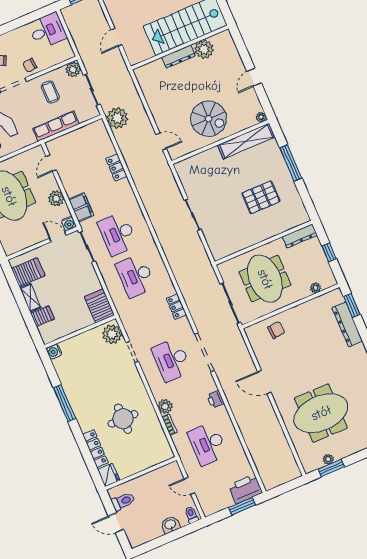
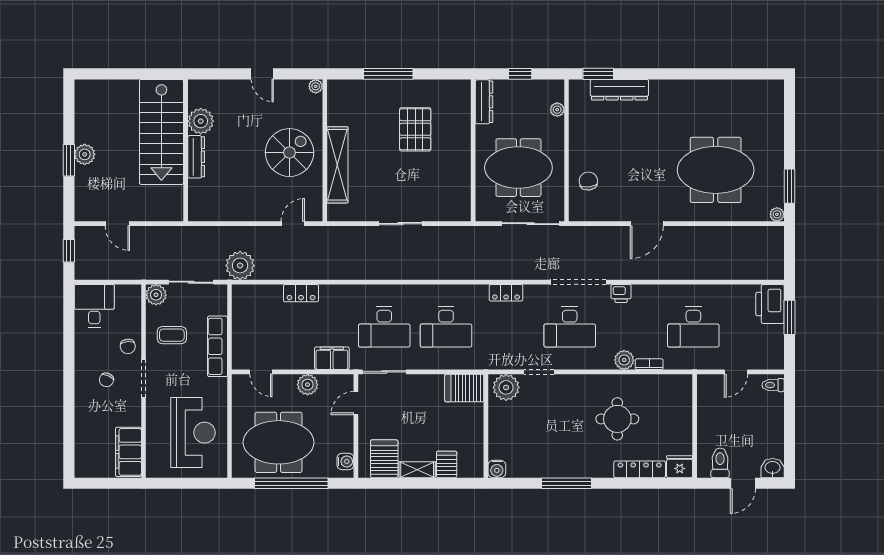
door: (117, 37) -> (117, 224), moved
shelving: (246, 141) -> (337, 165), moved
water cooler: (69, 224) -> (345, 461), moved
printer: (216, 399) -> (621, 293), moved
meeting table: (321, 413) -> (716, 170), turned 90
plant: (328, 459) -> (777, 214), moved
washbasin: (170, 525) -> (773, 468), moved, turned 90

